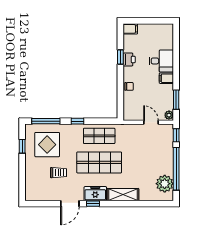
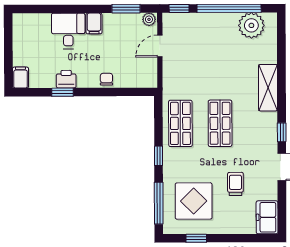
shop shelf: (99, 162) -> (220, 123), width x0.70, depth x0.74
freezer: (95, 194) -> (267, 217), moved

